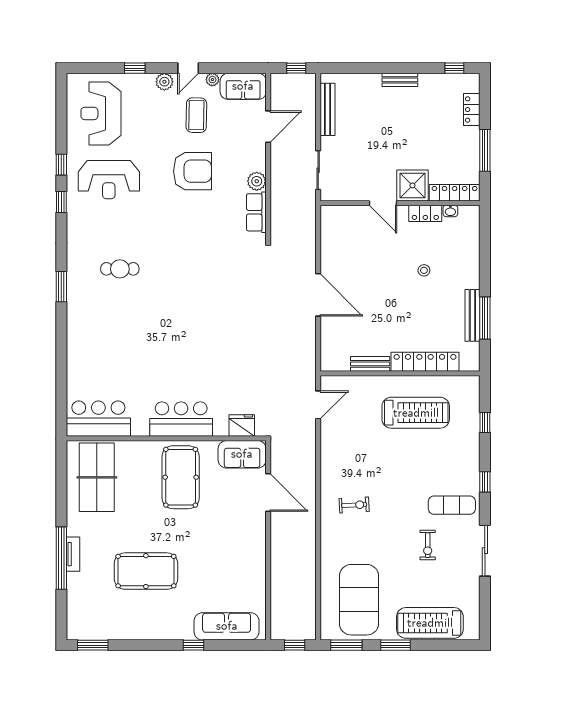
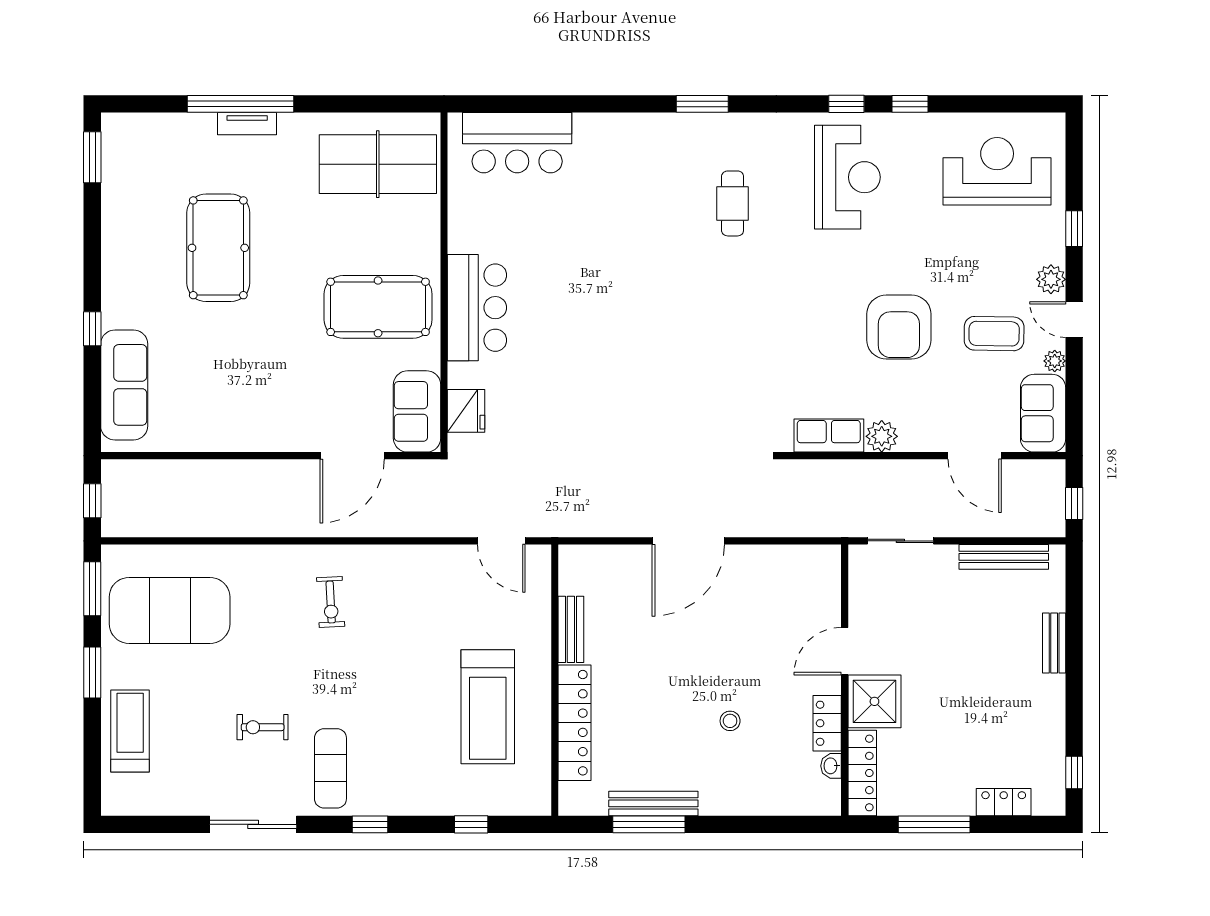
bench: (400, 80) -> (1054, 643), moved
reception desk: (109, 180) -> (847, 177), moved, turned 180
bar counter: (98, 419) -> (517, 143), moved, turned 90
treadmill: (430, 623) -> (130, 731), width x0.73, depth x0.73

